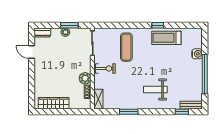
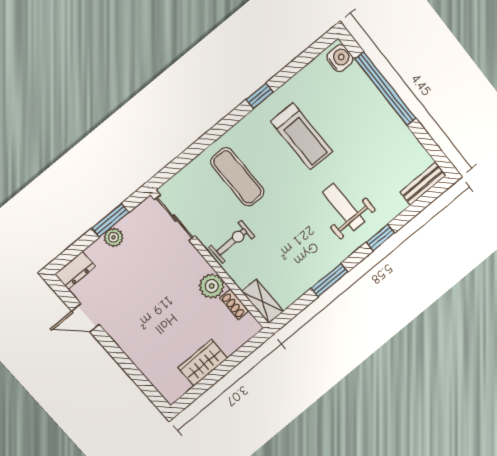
treadmill: (166, 38) -> (302, 136), moved, turned -90
water cooler: (197, 54) -> (340, 58), moved
window: (205, 74) -> (386, 89), moved
weight bench: (155, 89) -> (344, 207), turned 90
wardrobe: (54, 103) -> (203, 363), width x0.67
window: (182, 112) -> (380, 238), moved

